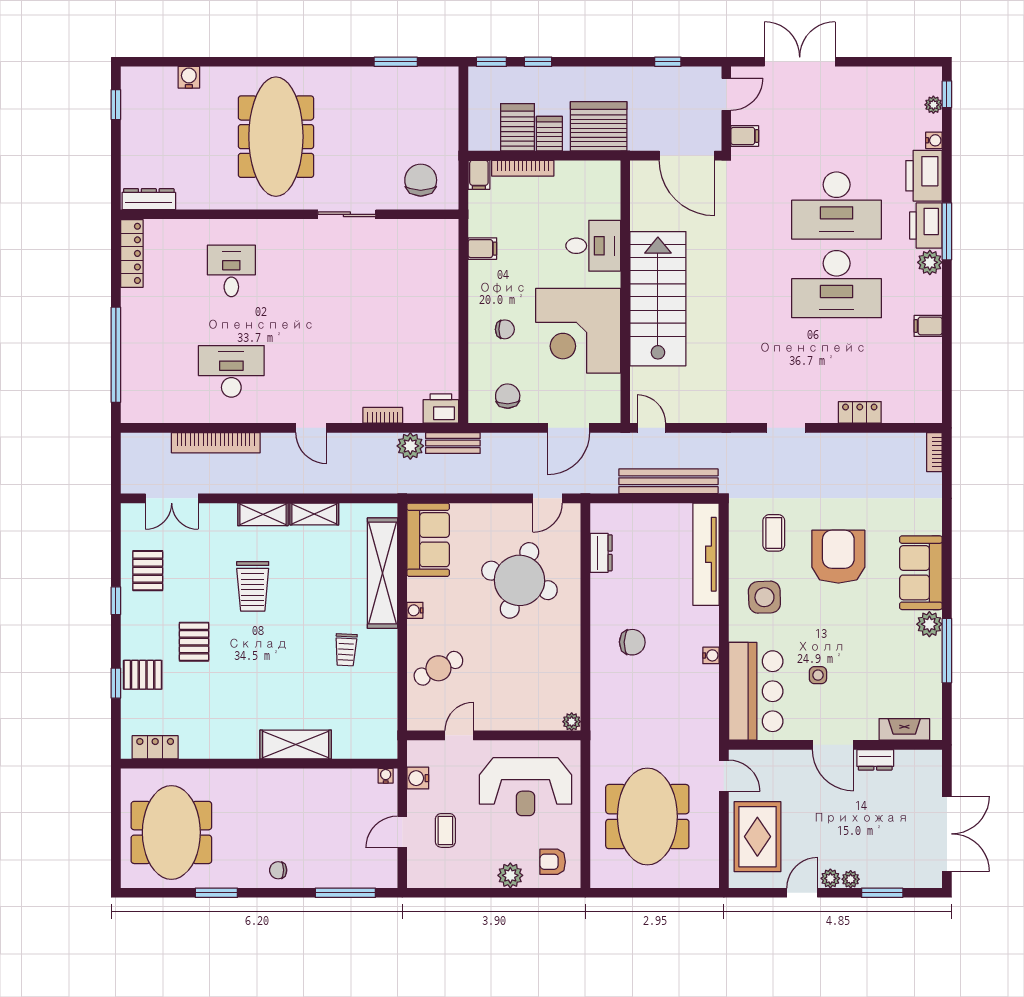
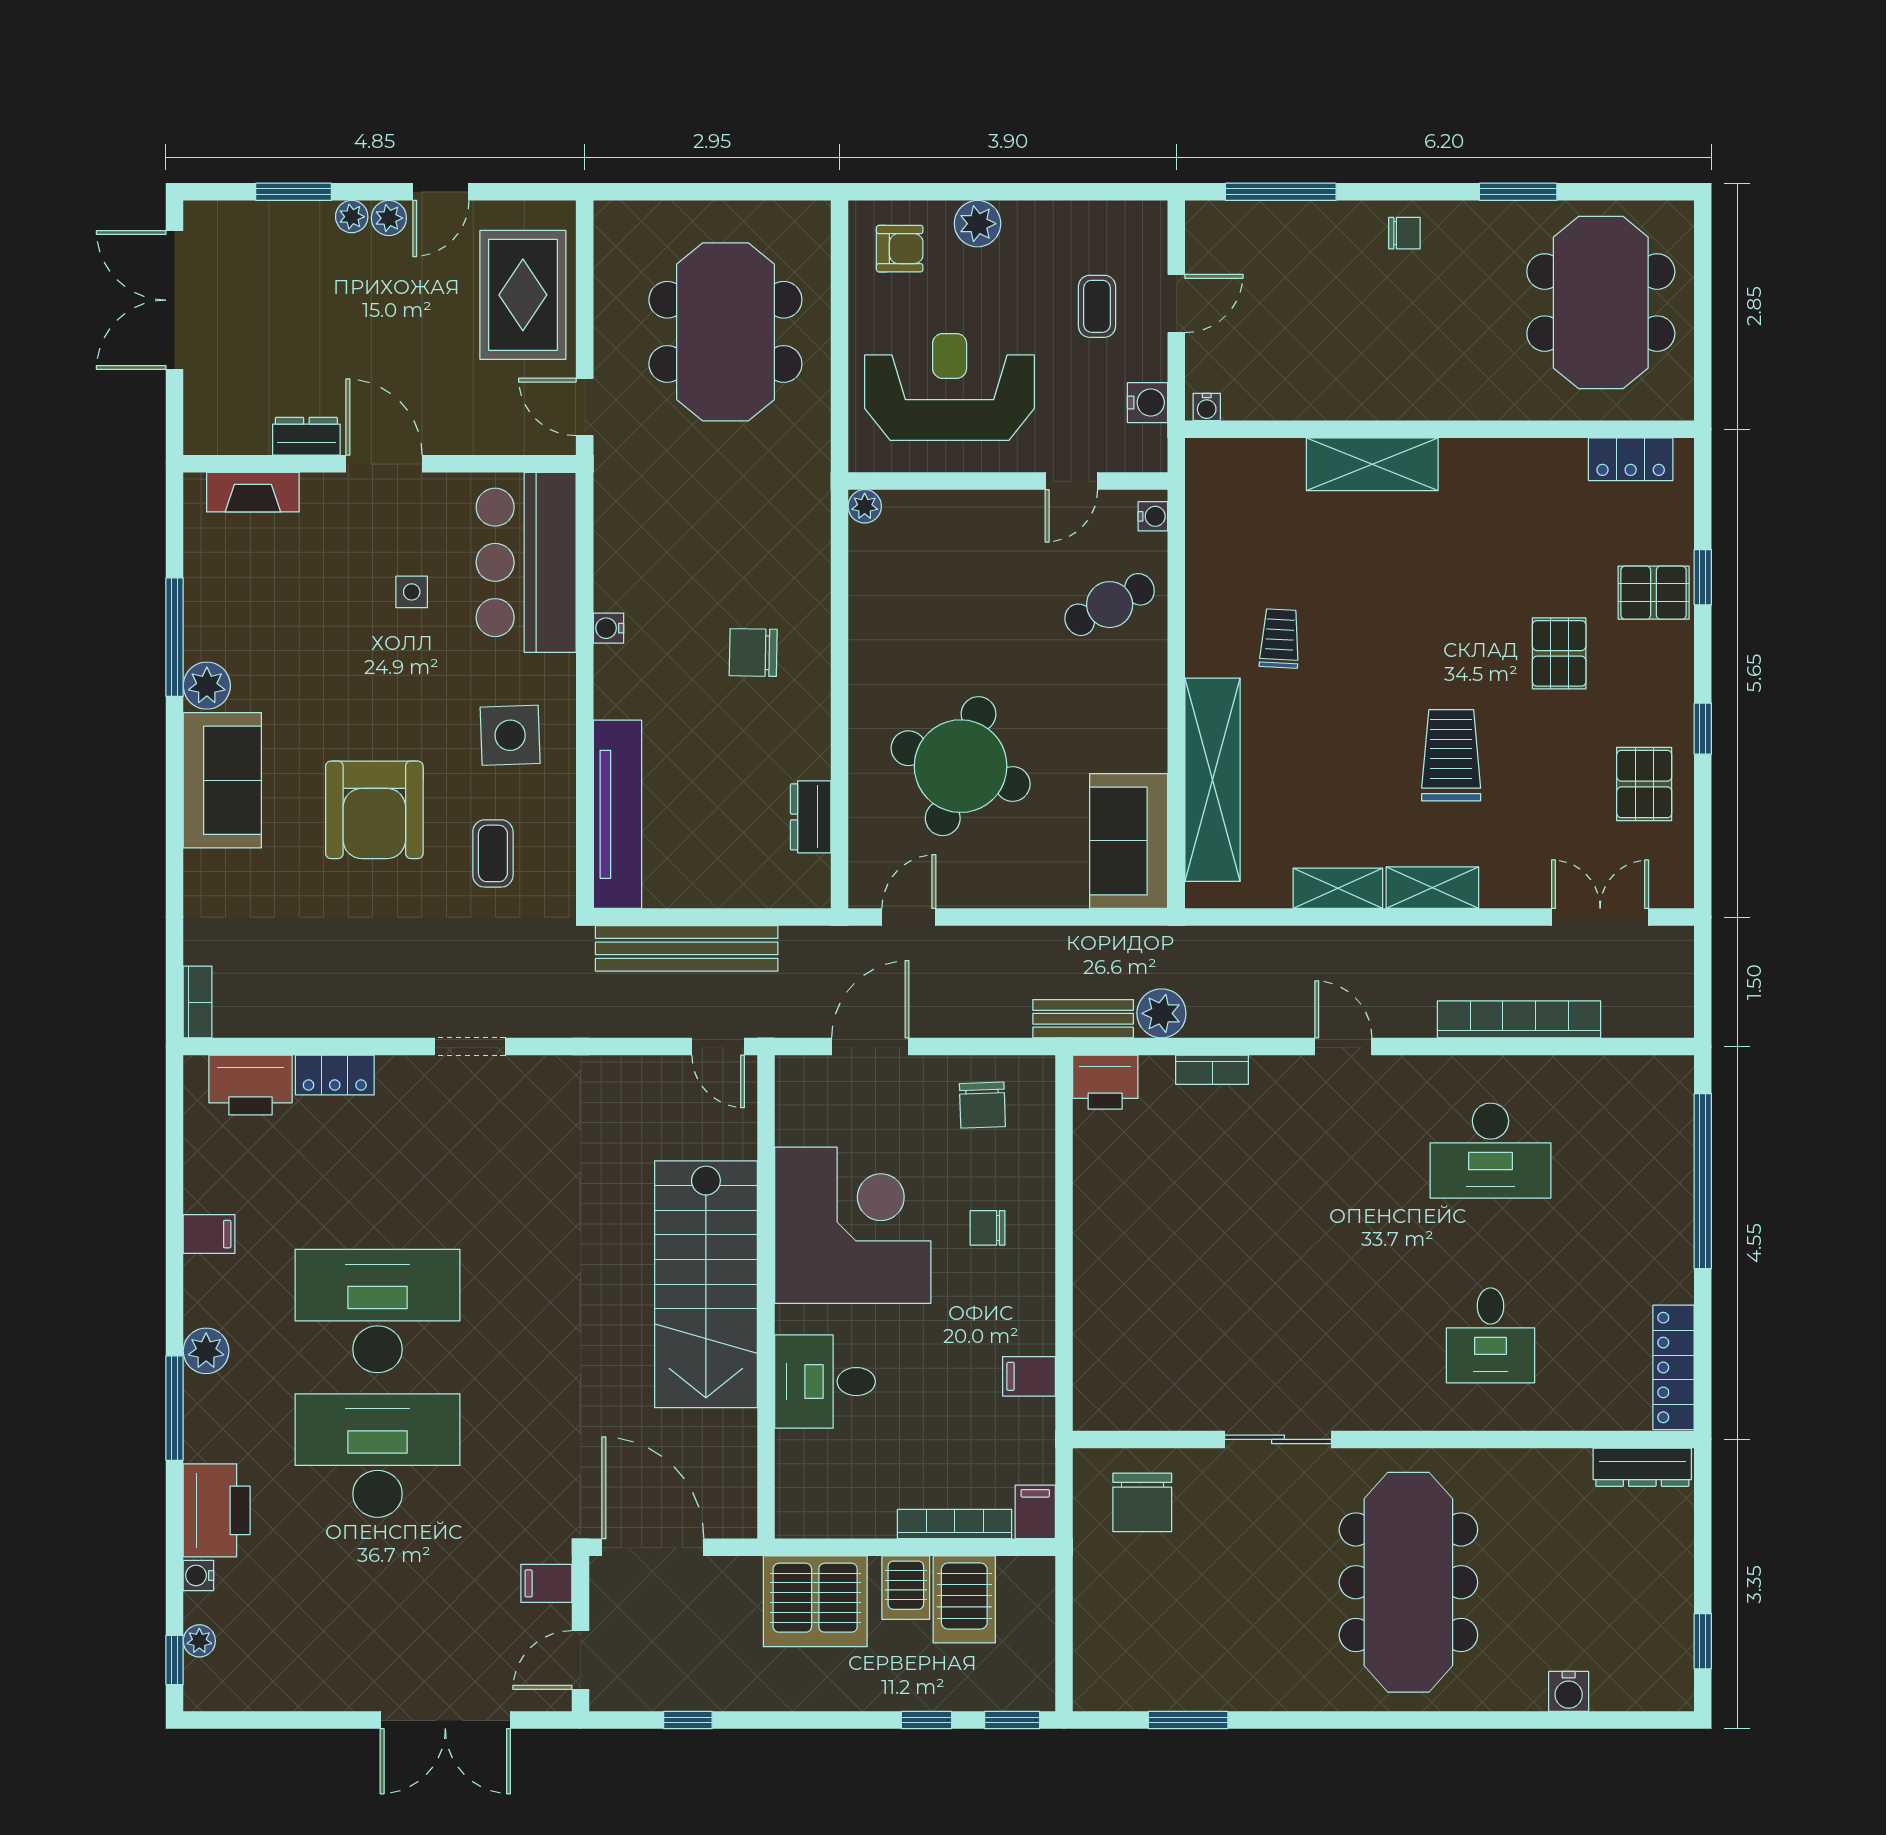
printer: (926, 226) -> (250, 1085), moved, turned 90
water cooler: (415, 610) -> (1153, 516), moved

